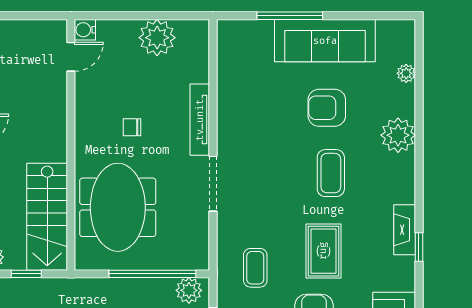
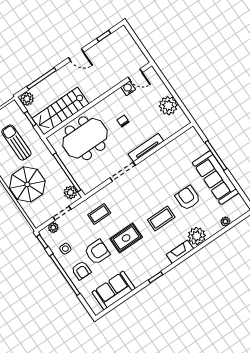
water cooler: (85, 30) -> (128, 88), moved
fireplace: (405, 230) -> (180, 252), moved

